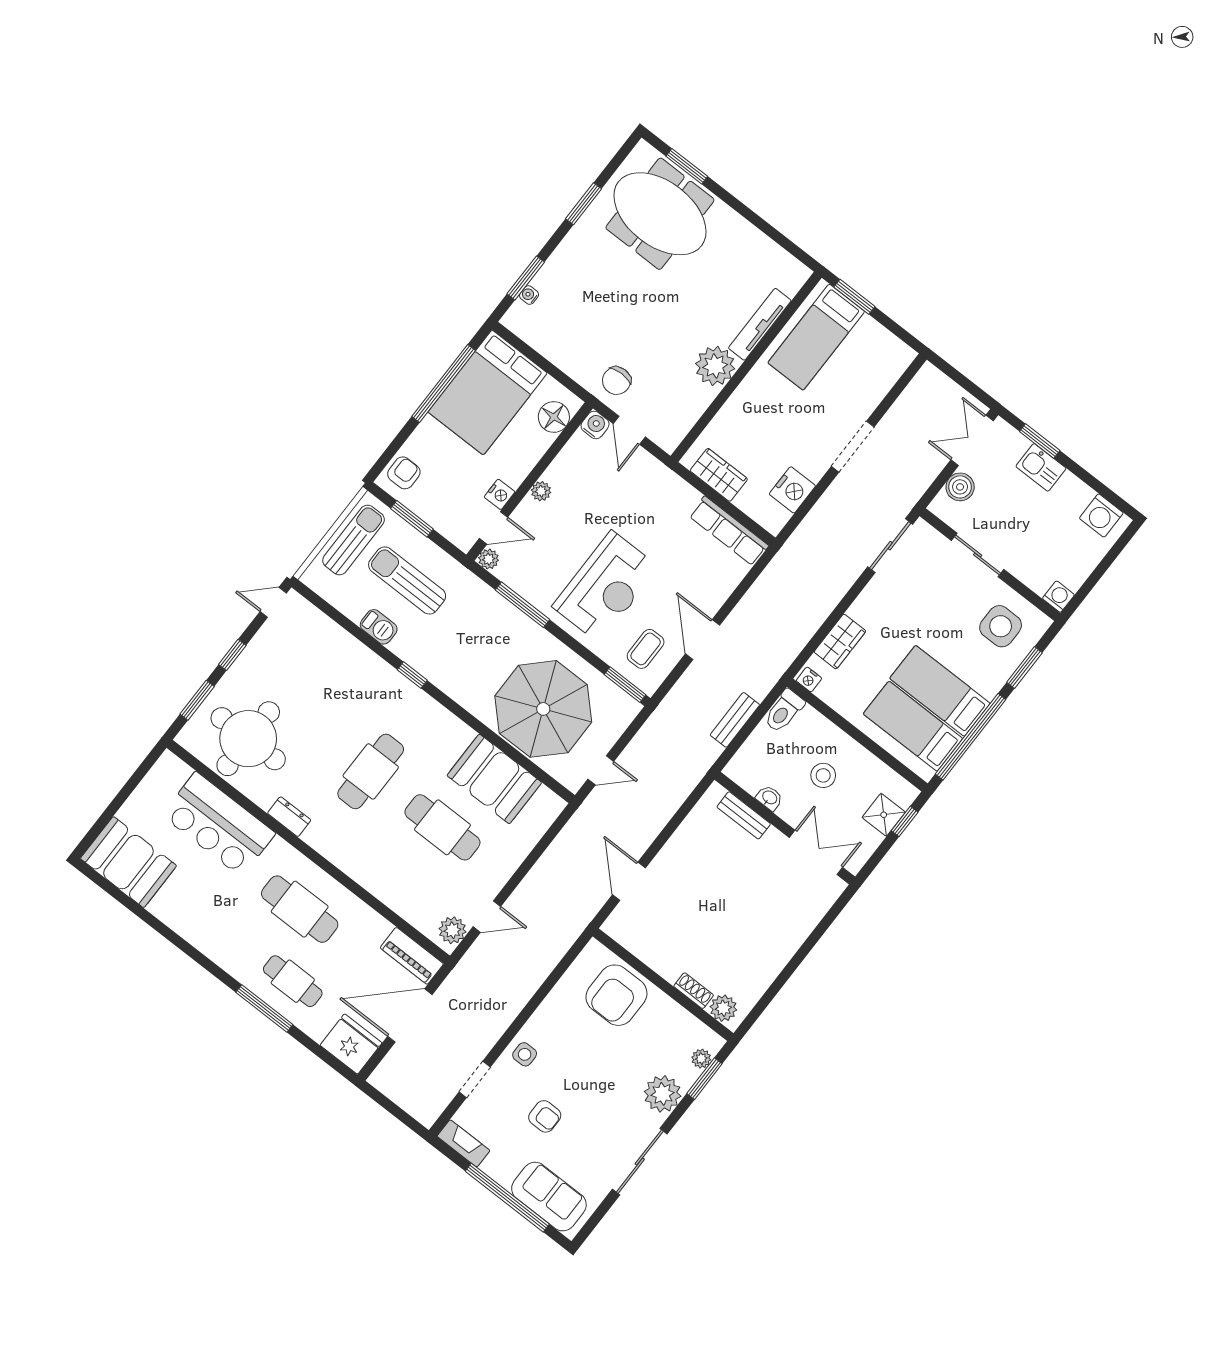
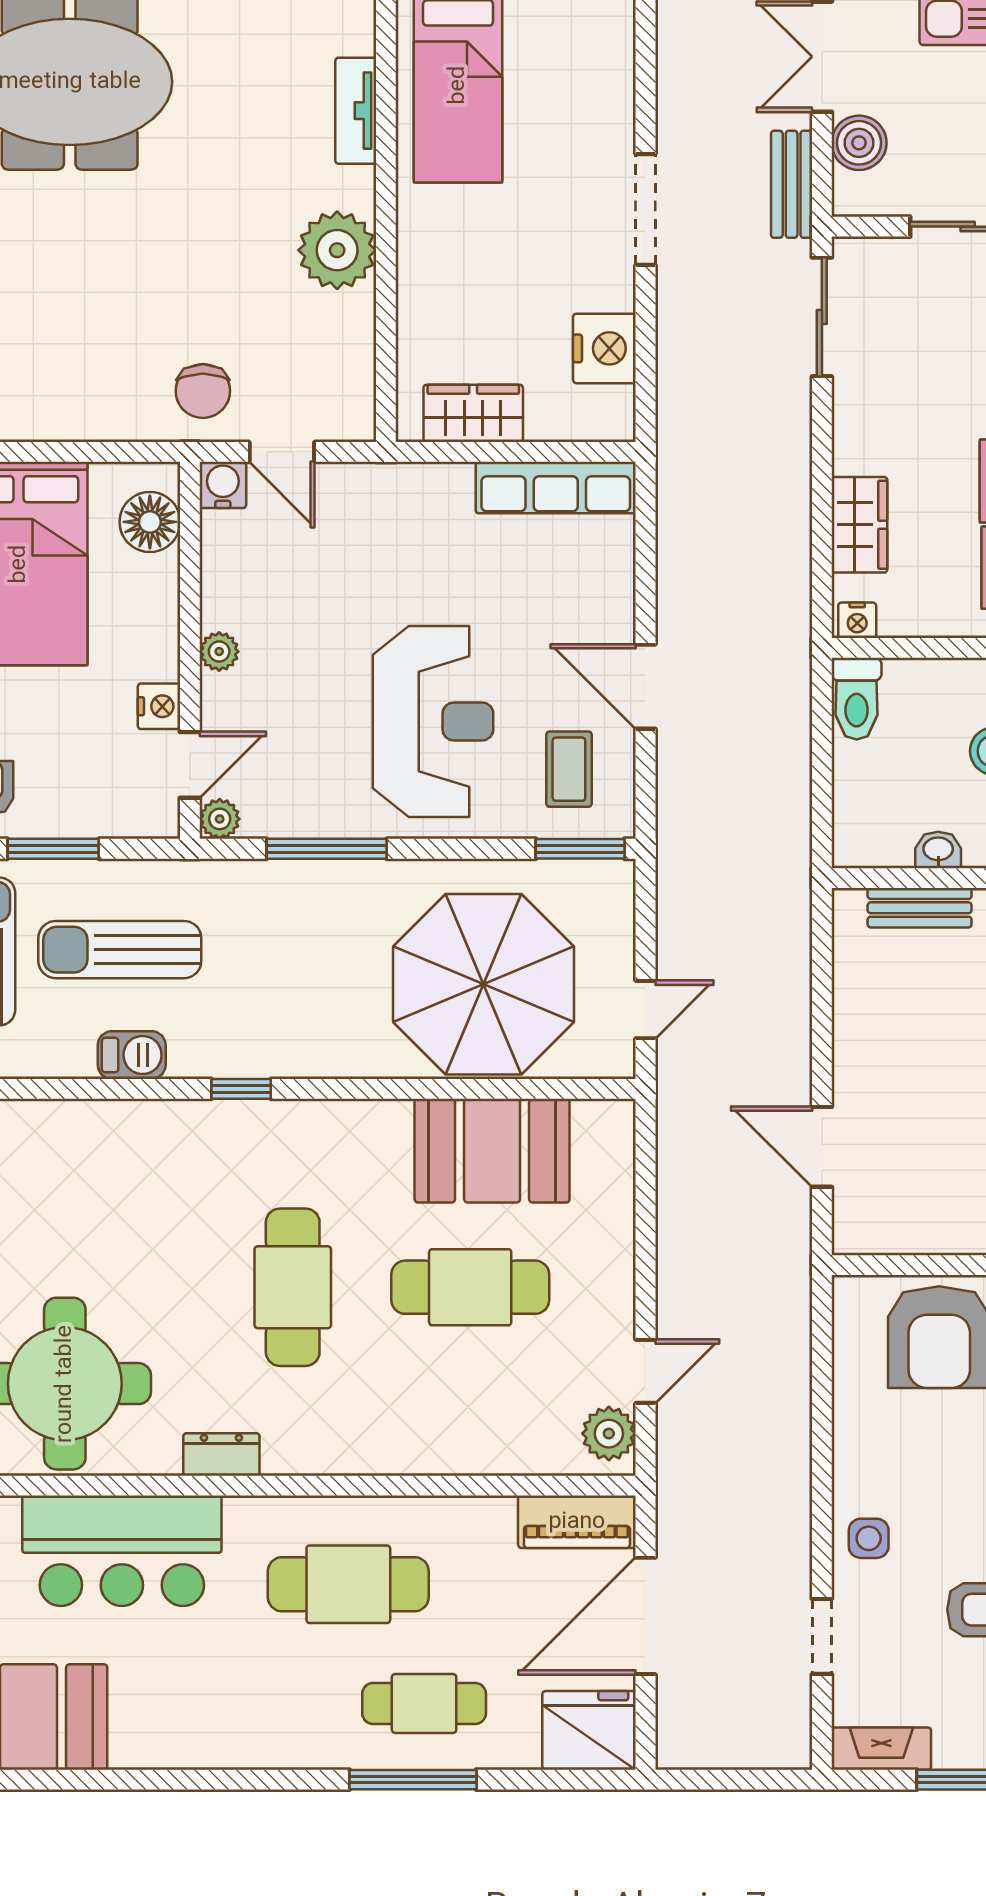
tv unit: (760, 324) -> (356, 111), width x0.71
bench: (735, 720) -> (792, 184), moved

